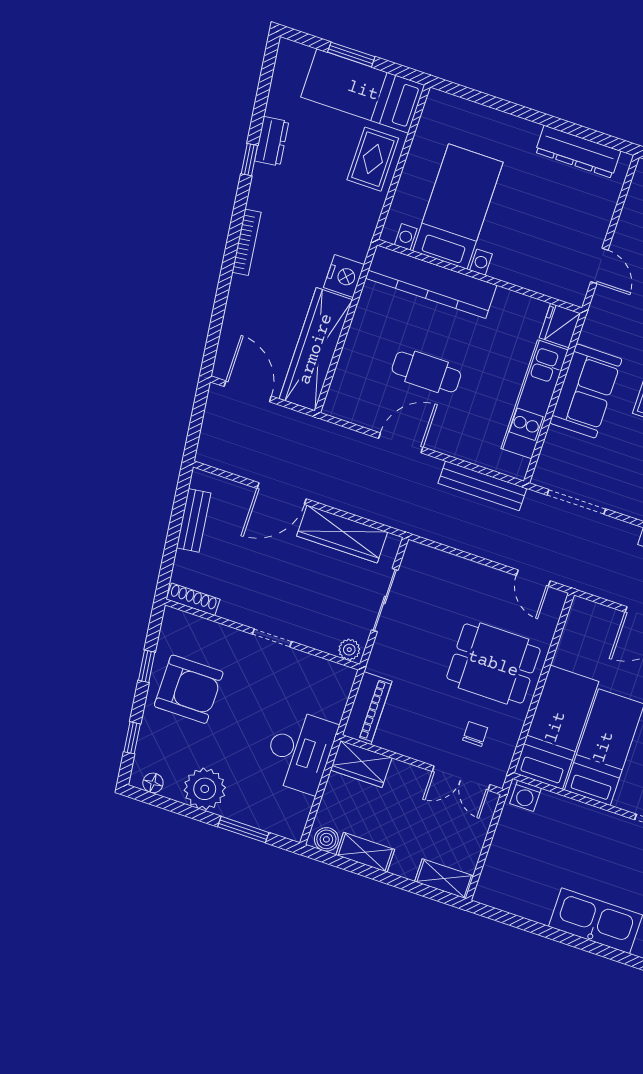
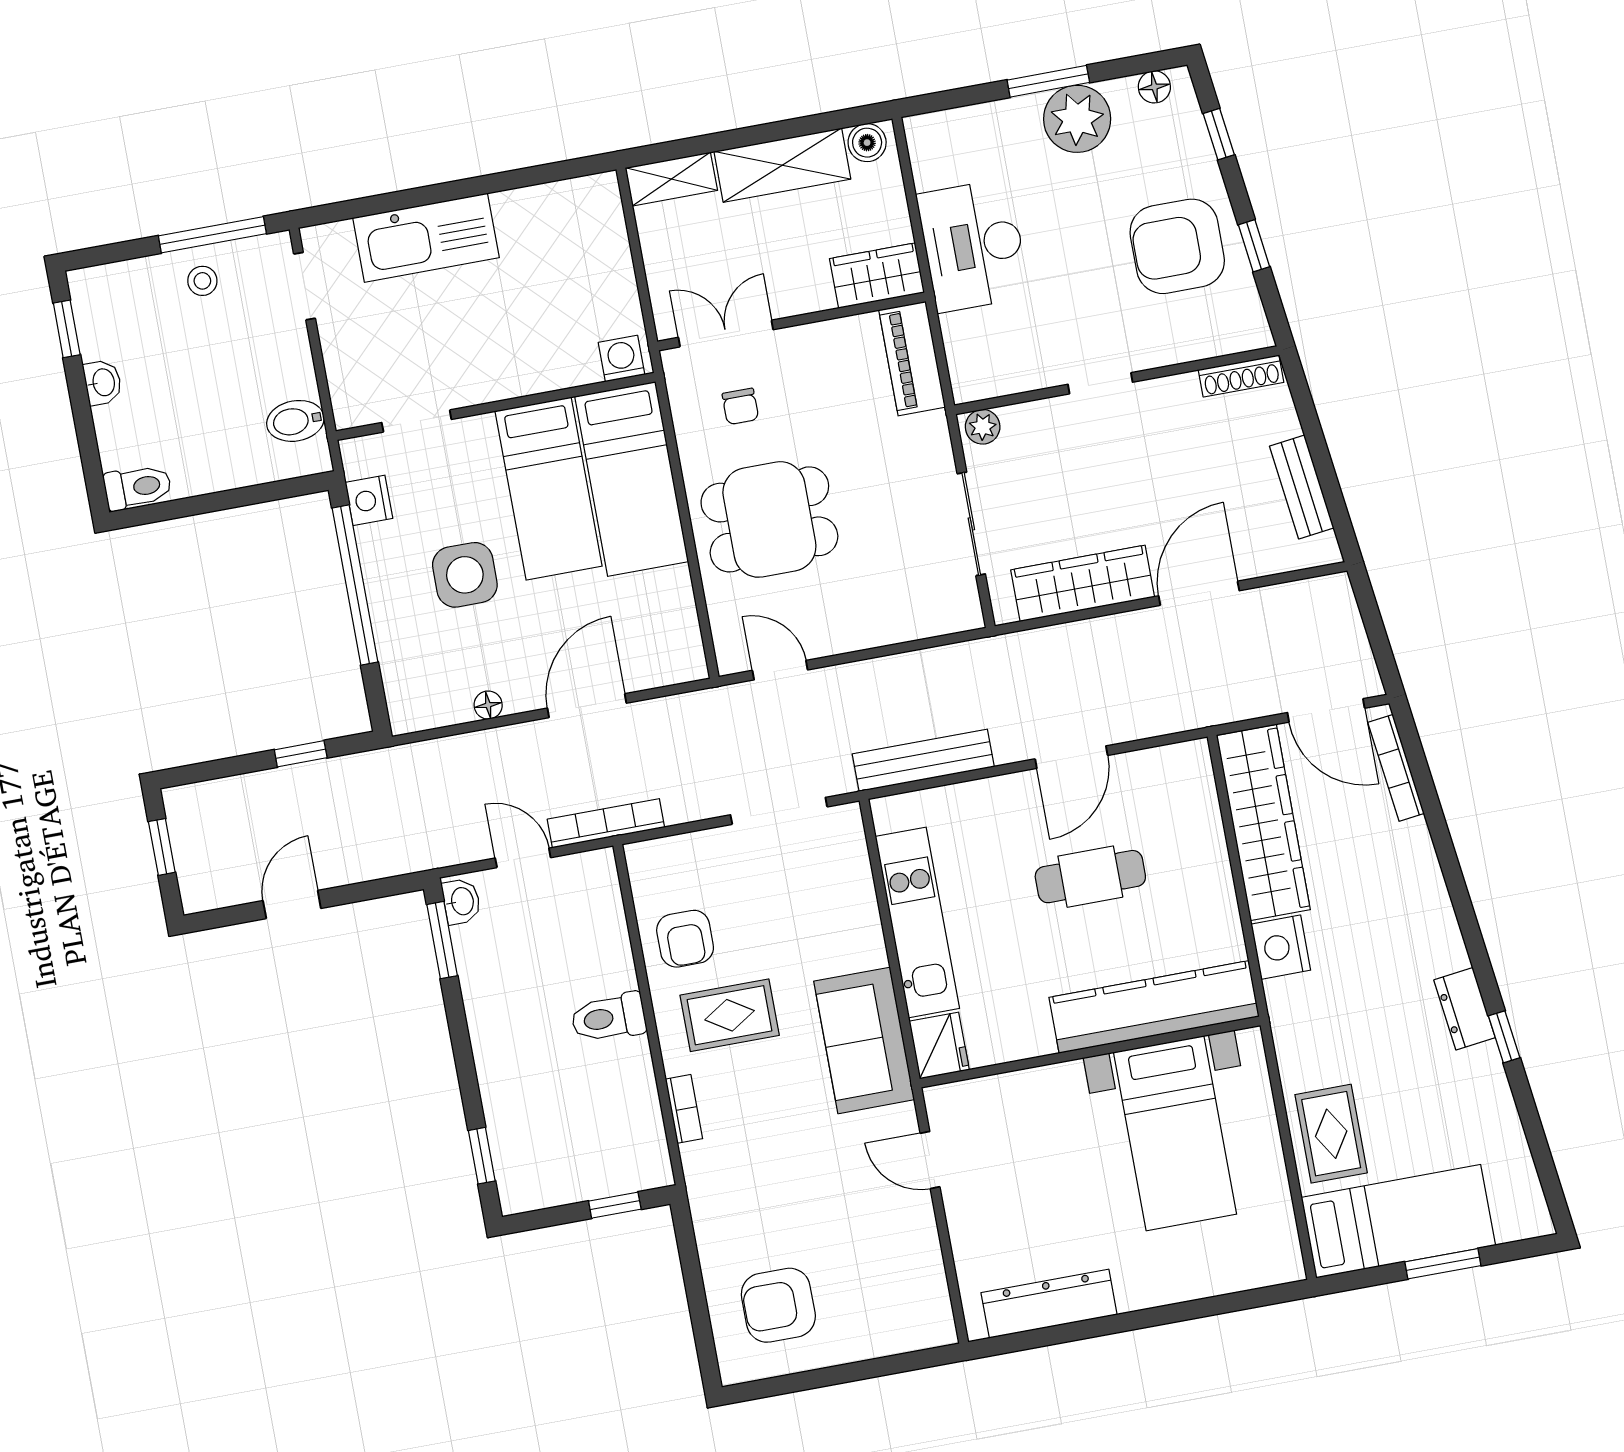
dresser: (272, 141) -> (1464, 1009), moved
bookcase: (247, 242) -> (1396, 768), moved
sofa: (586, 391) -> (864, 1040), moved
window: (243, 830) -> (1048, 81), moved
shelving: (365, 852) -> (782, 165), width x1.50, depth x1.33

